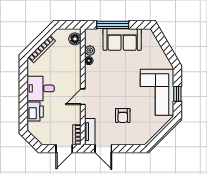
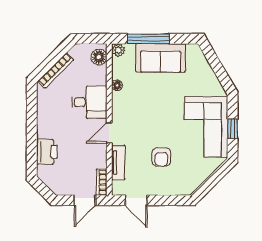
plant: (90, 50) -> (118, 50), moved
desk: (41, 88) -> (89, 102), moved, turned 180
tv unit: (90, 132) -> (118, 163), moved

